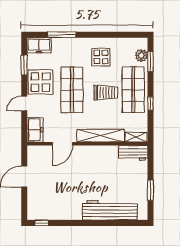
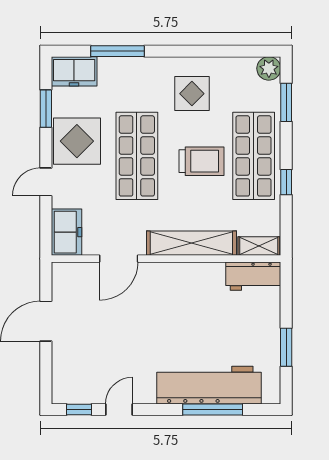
plant: (141, 55) -> (269, 68), moved
door: (63, 223) -> (119, 409), added
window: (112, 223) -> (213, 409), added

